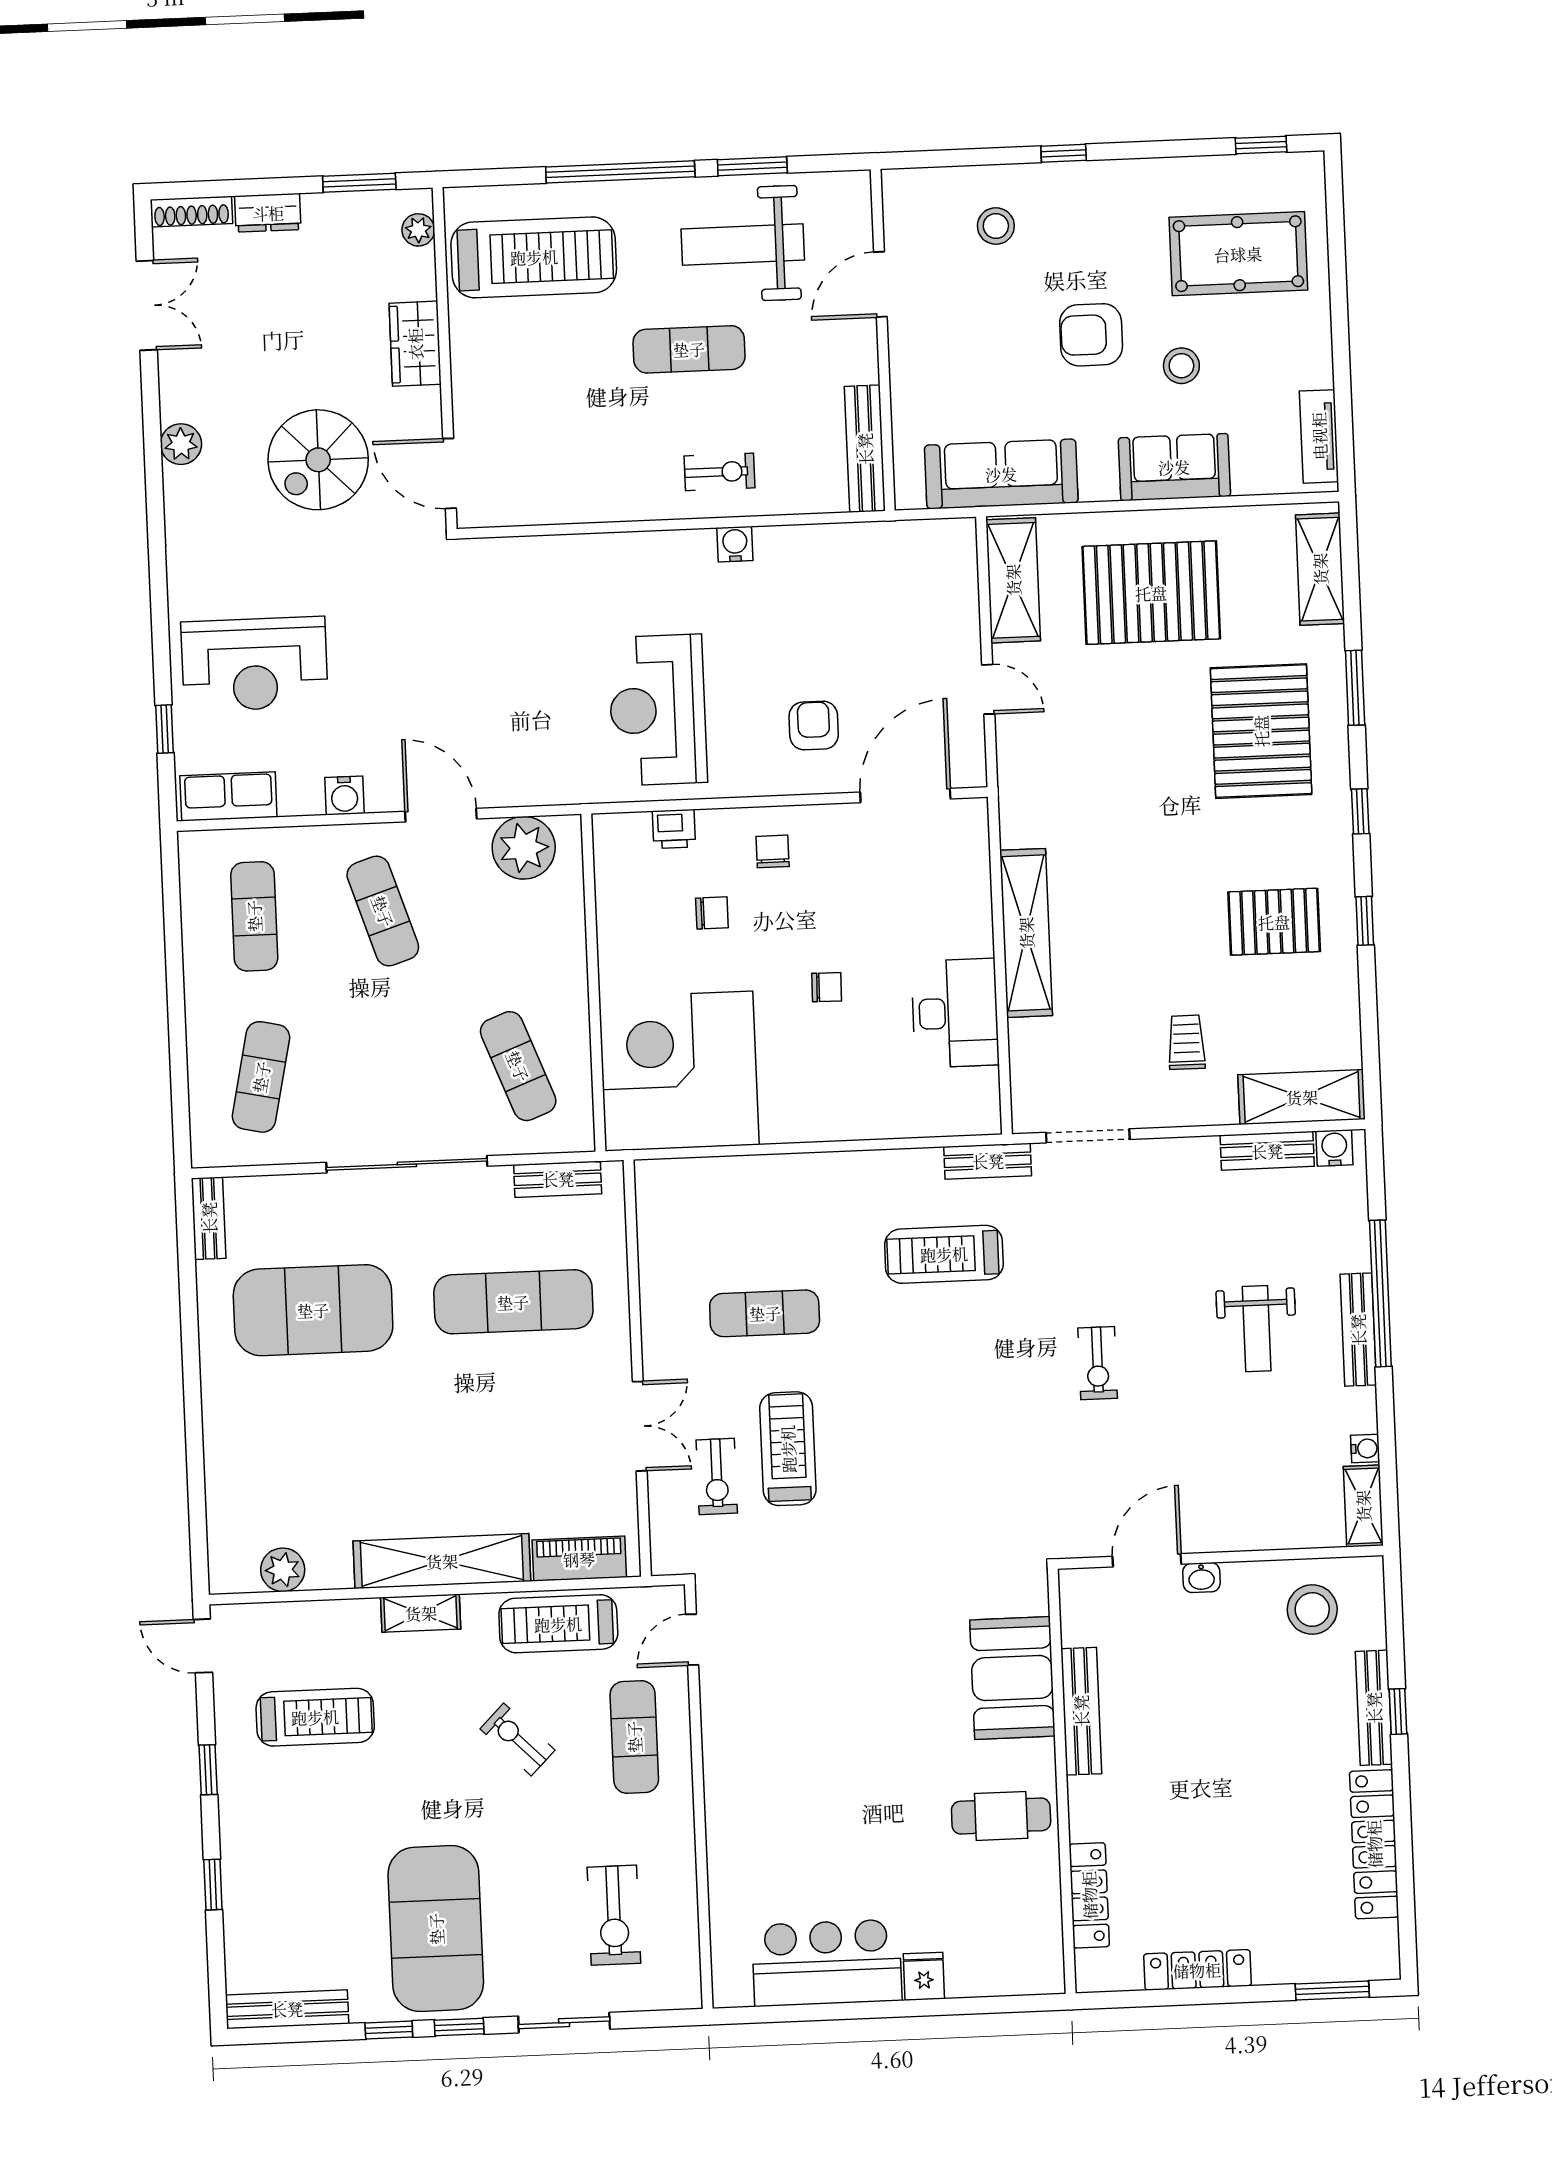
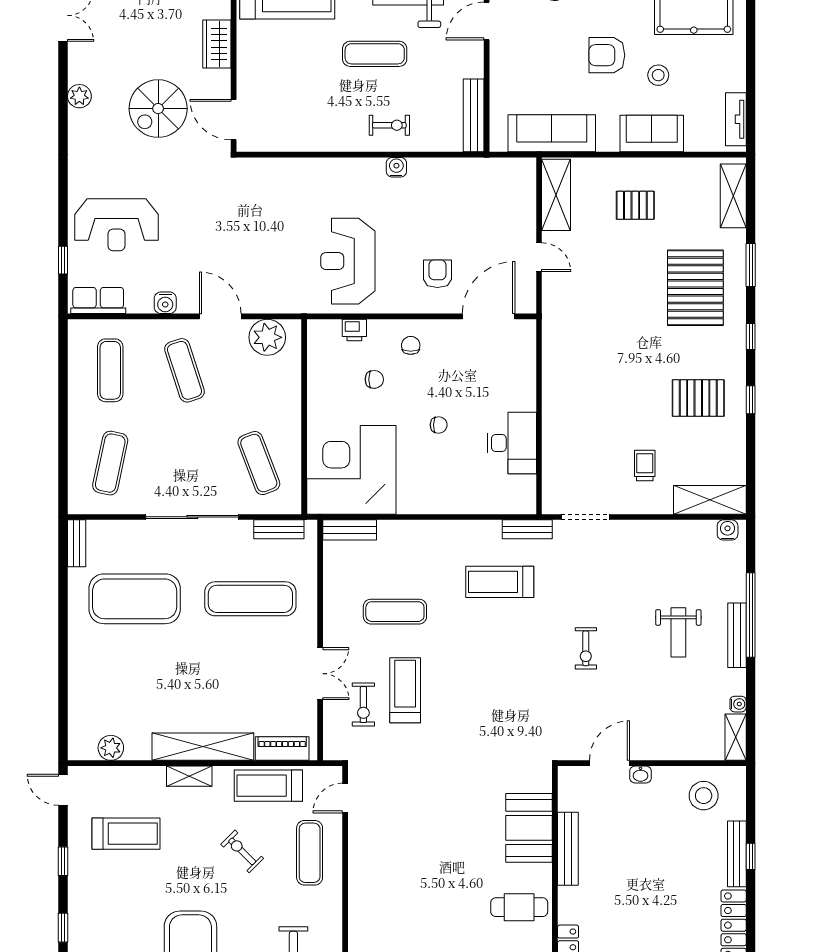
pallet: (1151, 593) -> (635, 205), width x0.49, depth x0.50
shelving: (1026, 933) -> (555, 399), removed
bench: (1267, 1151) -> (350, 530), moved

